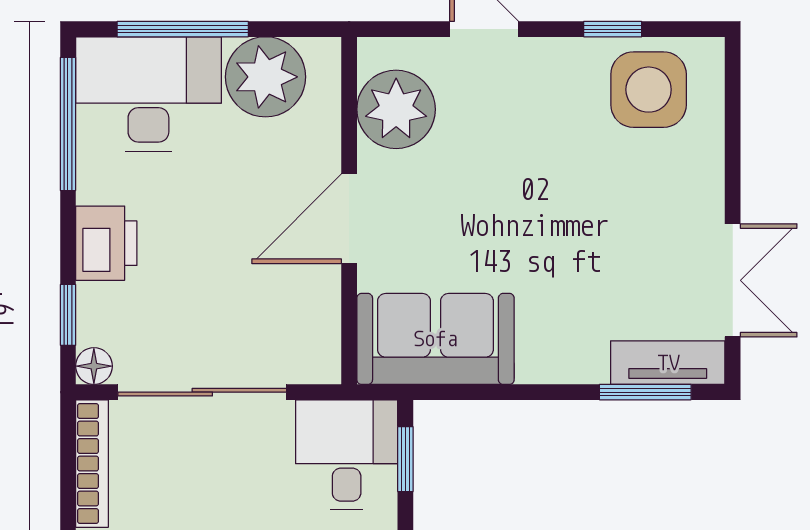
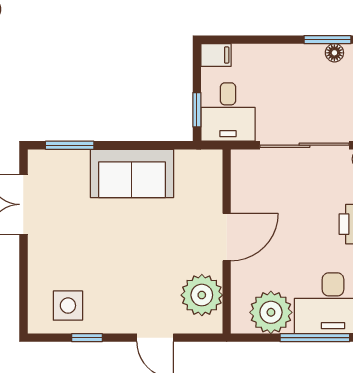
side table: (649, 90) -> (68, 306), width x0.73, depth x0.73
sofa: (435, 339) -> (132, 173), moved
tv unit: (668, 363) -> (58, 161), removed

